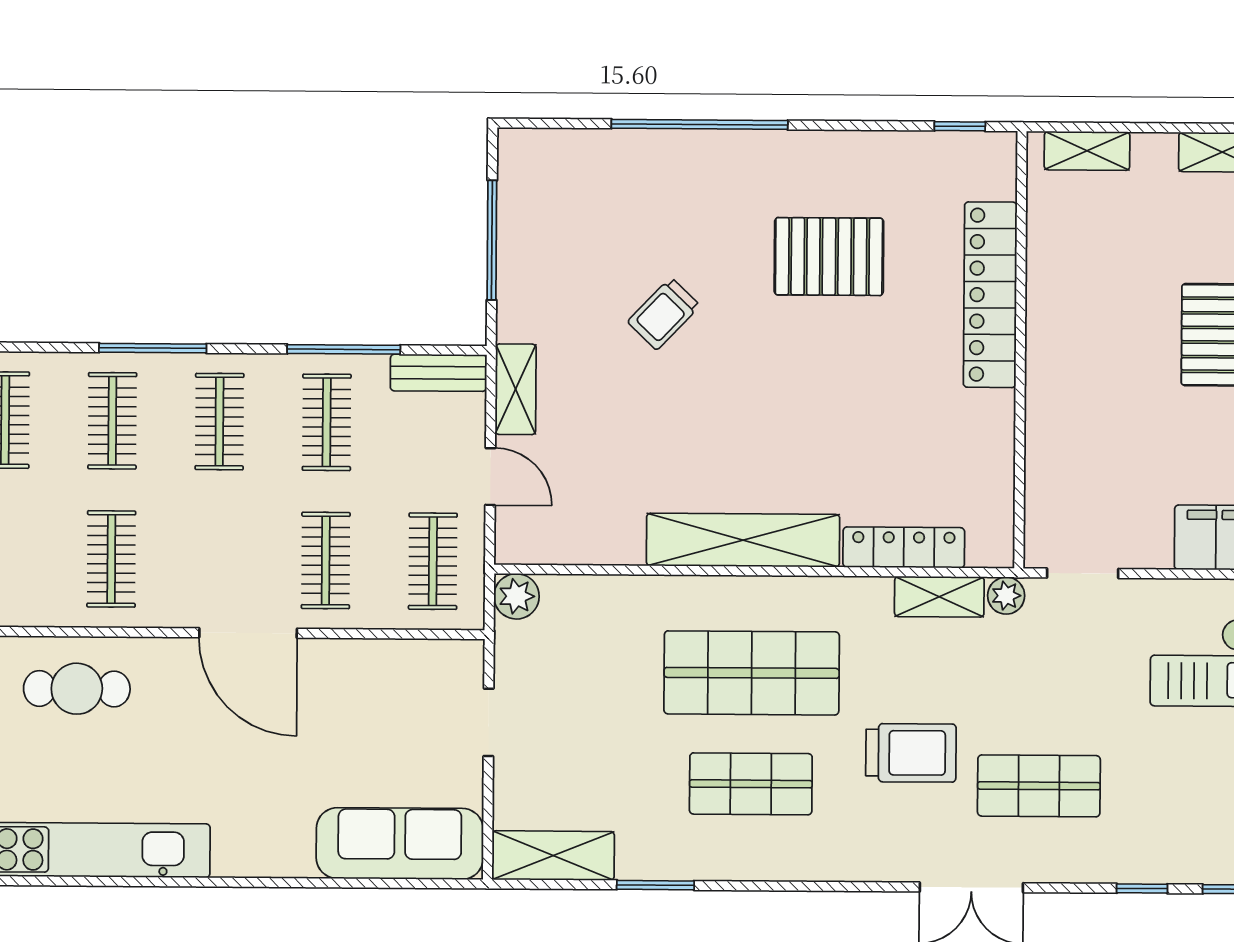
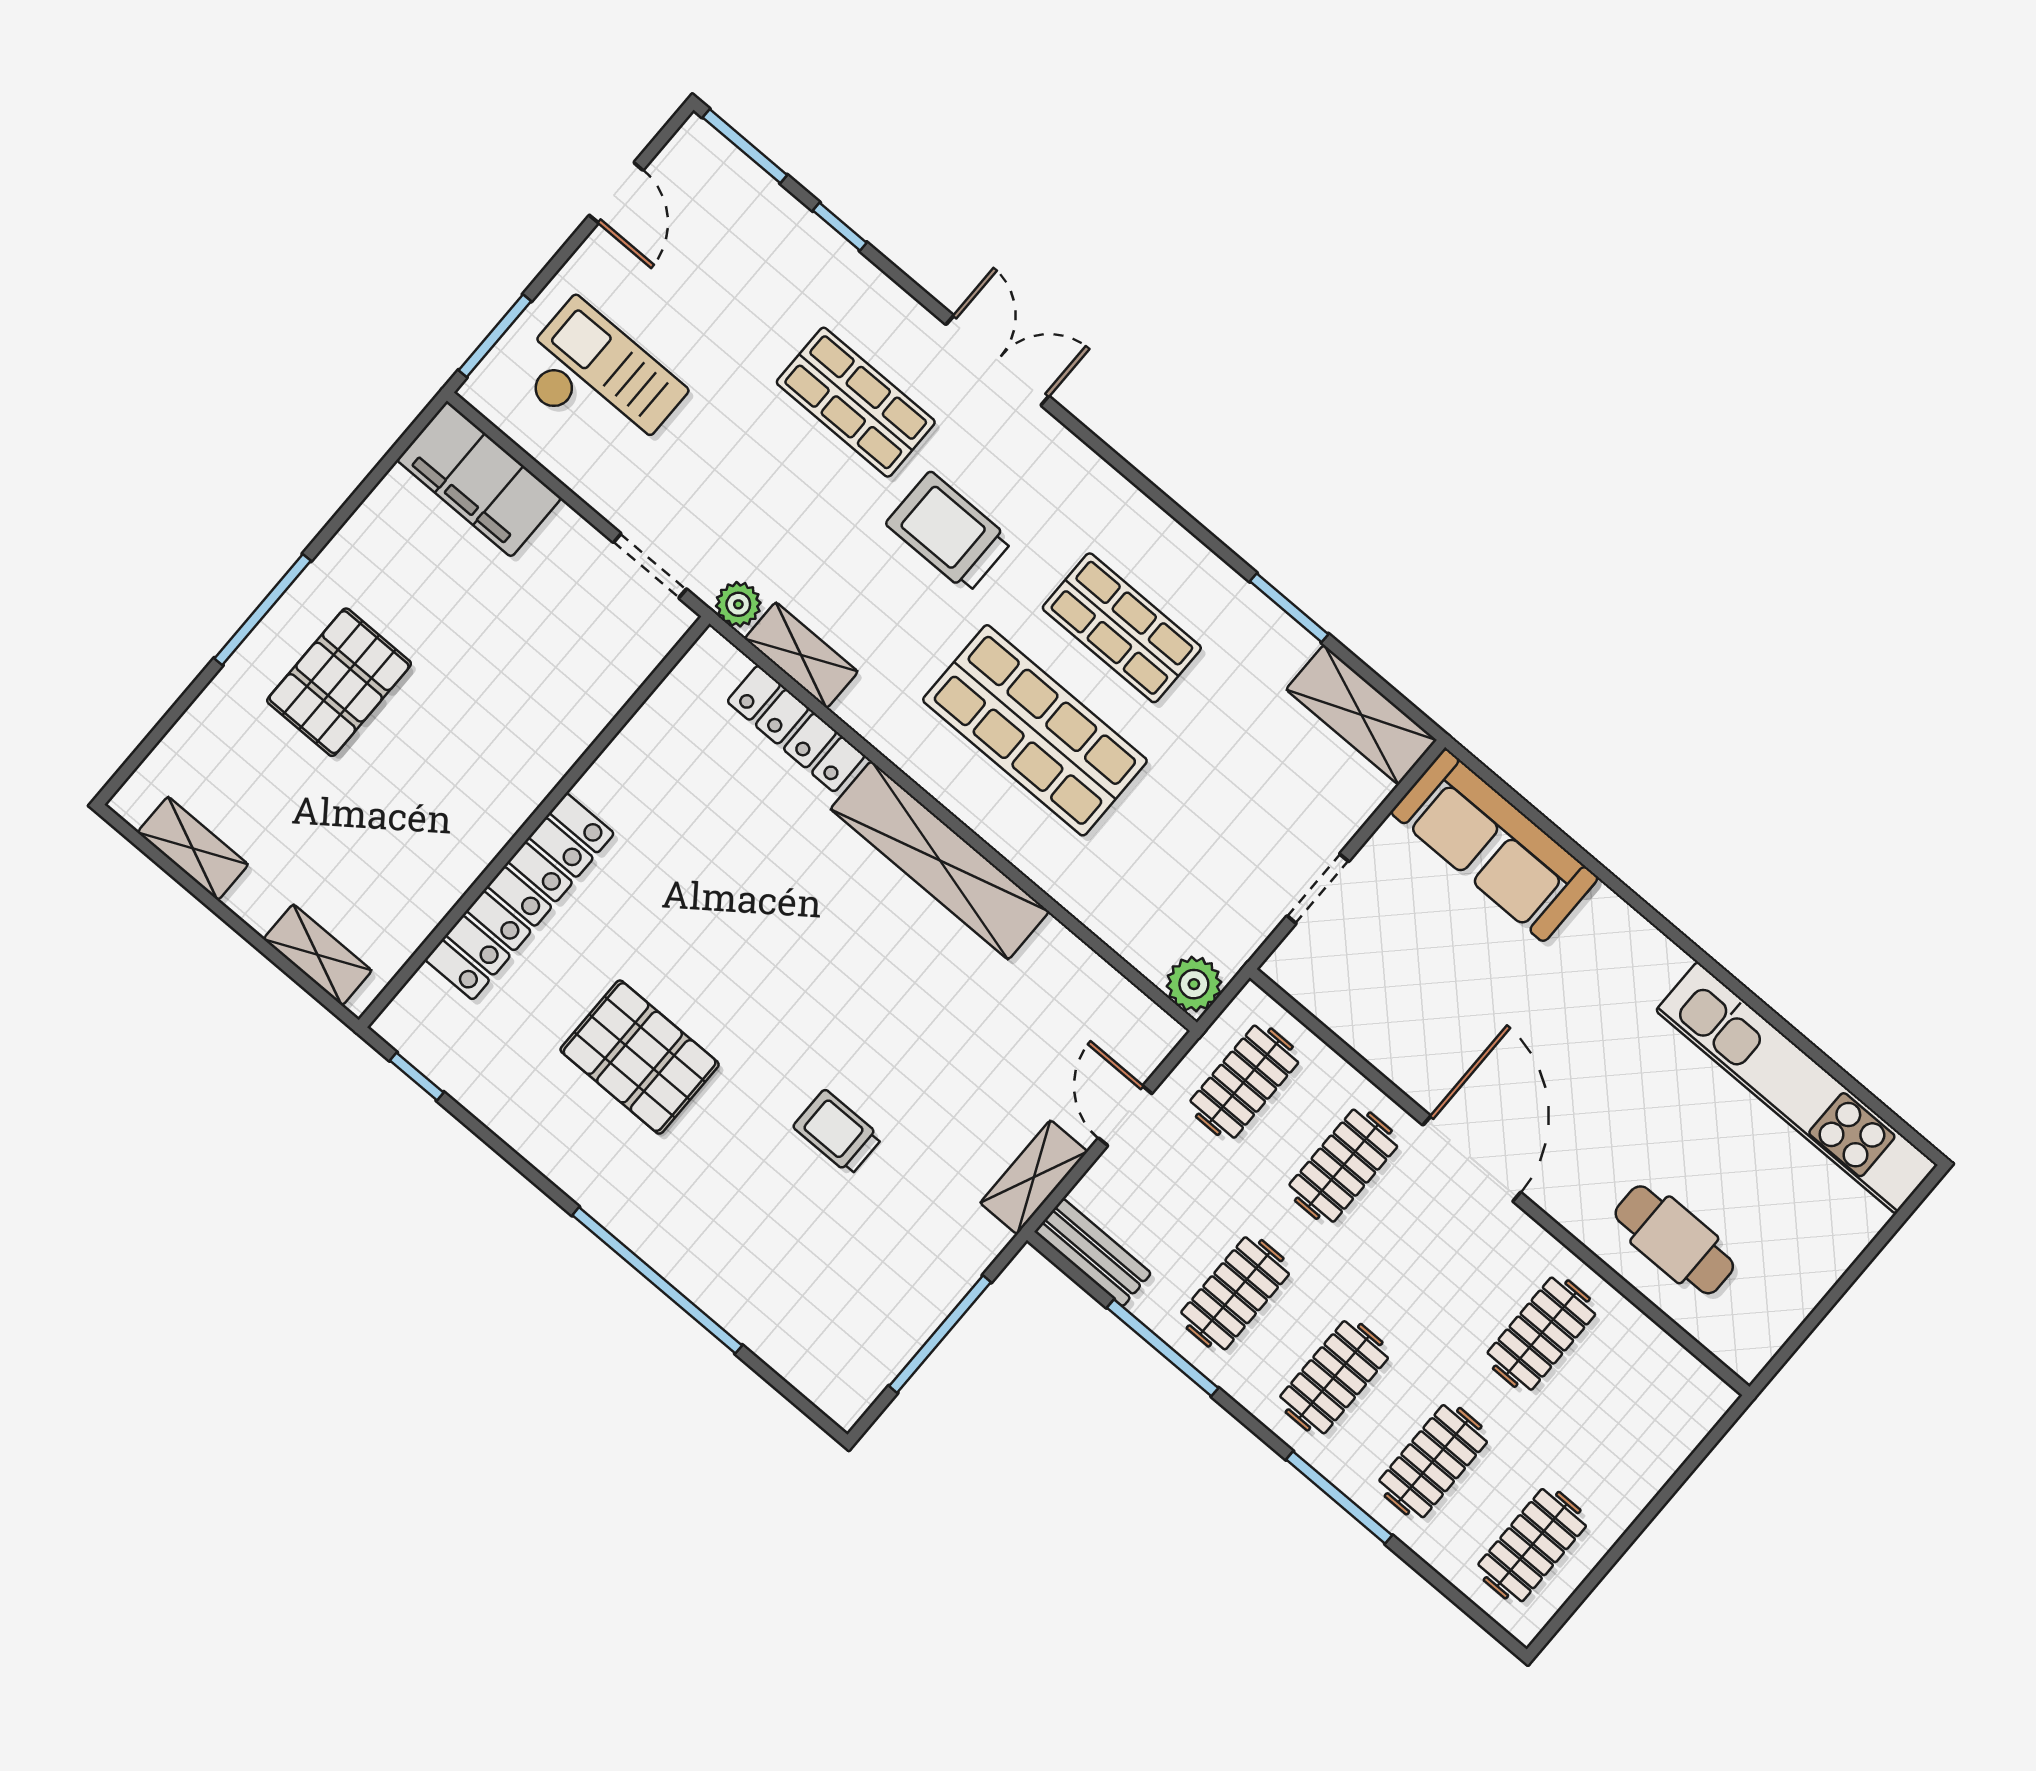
trolley: (664, 314) -> (838, 1132), turned -134

